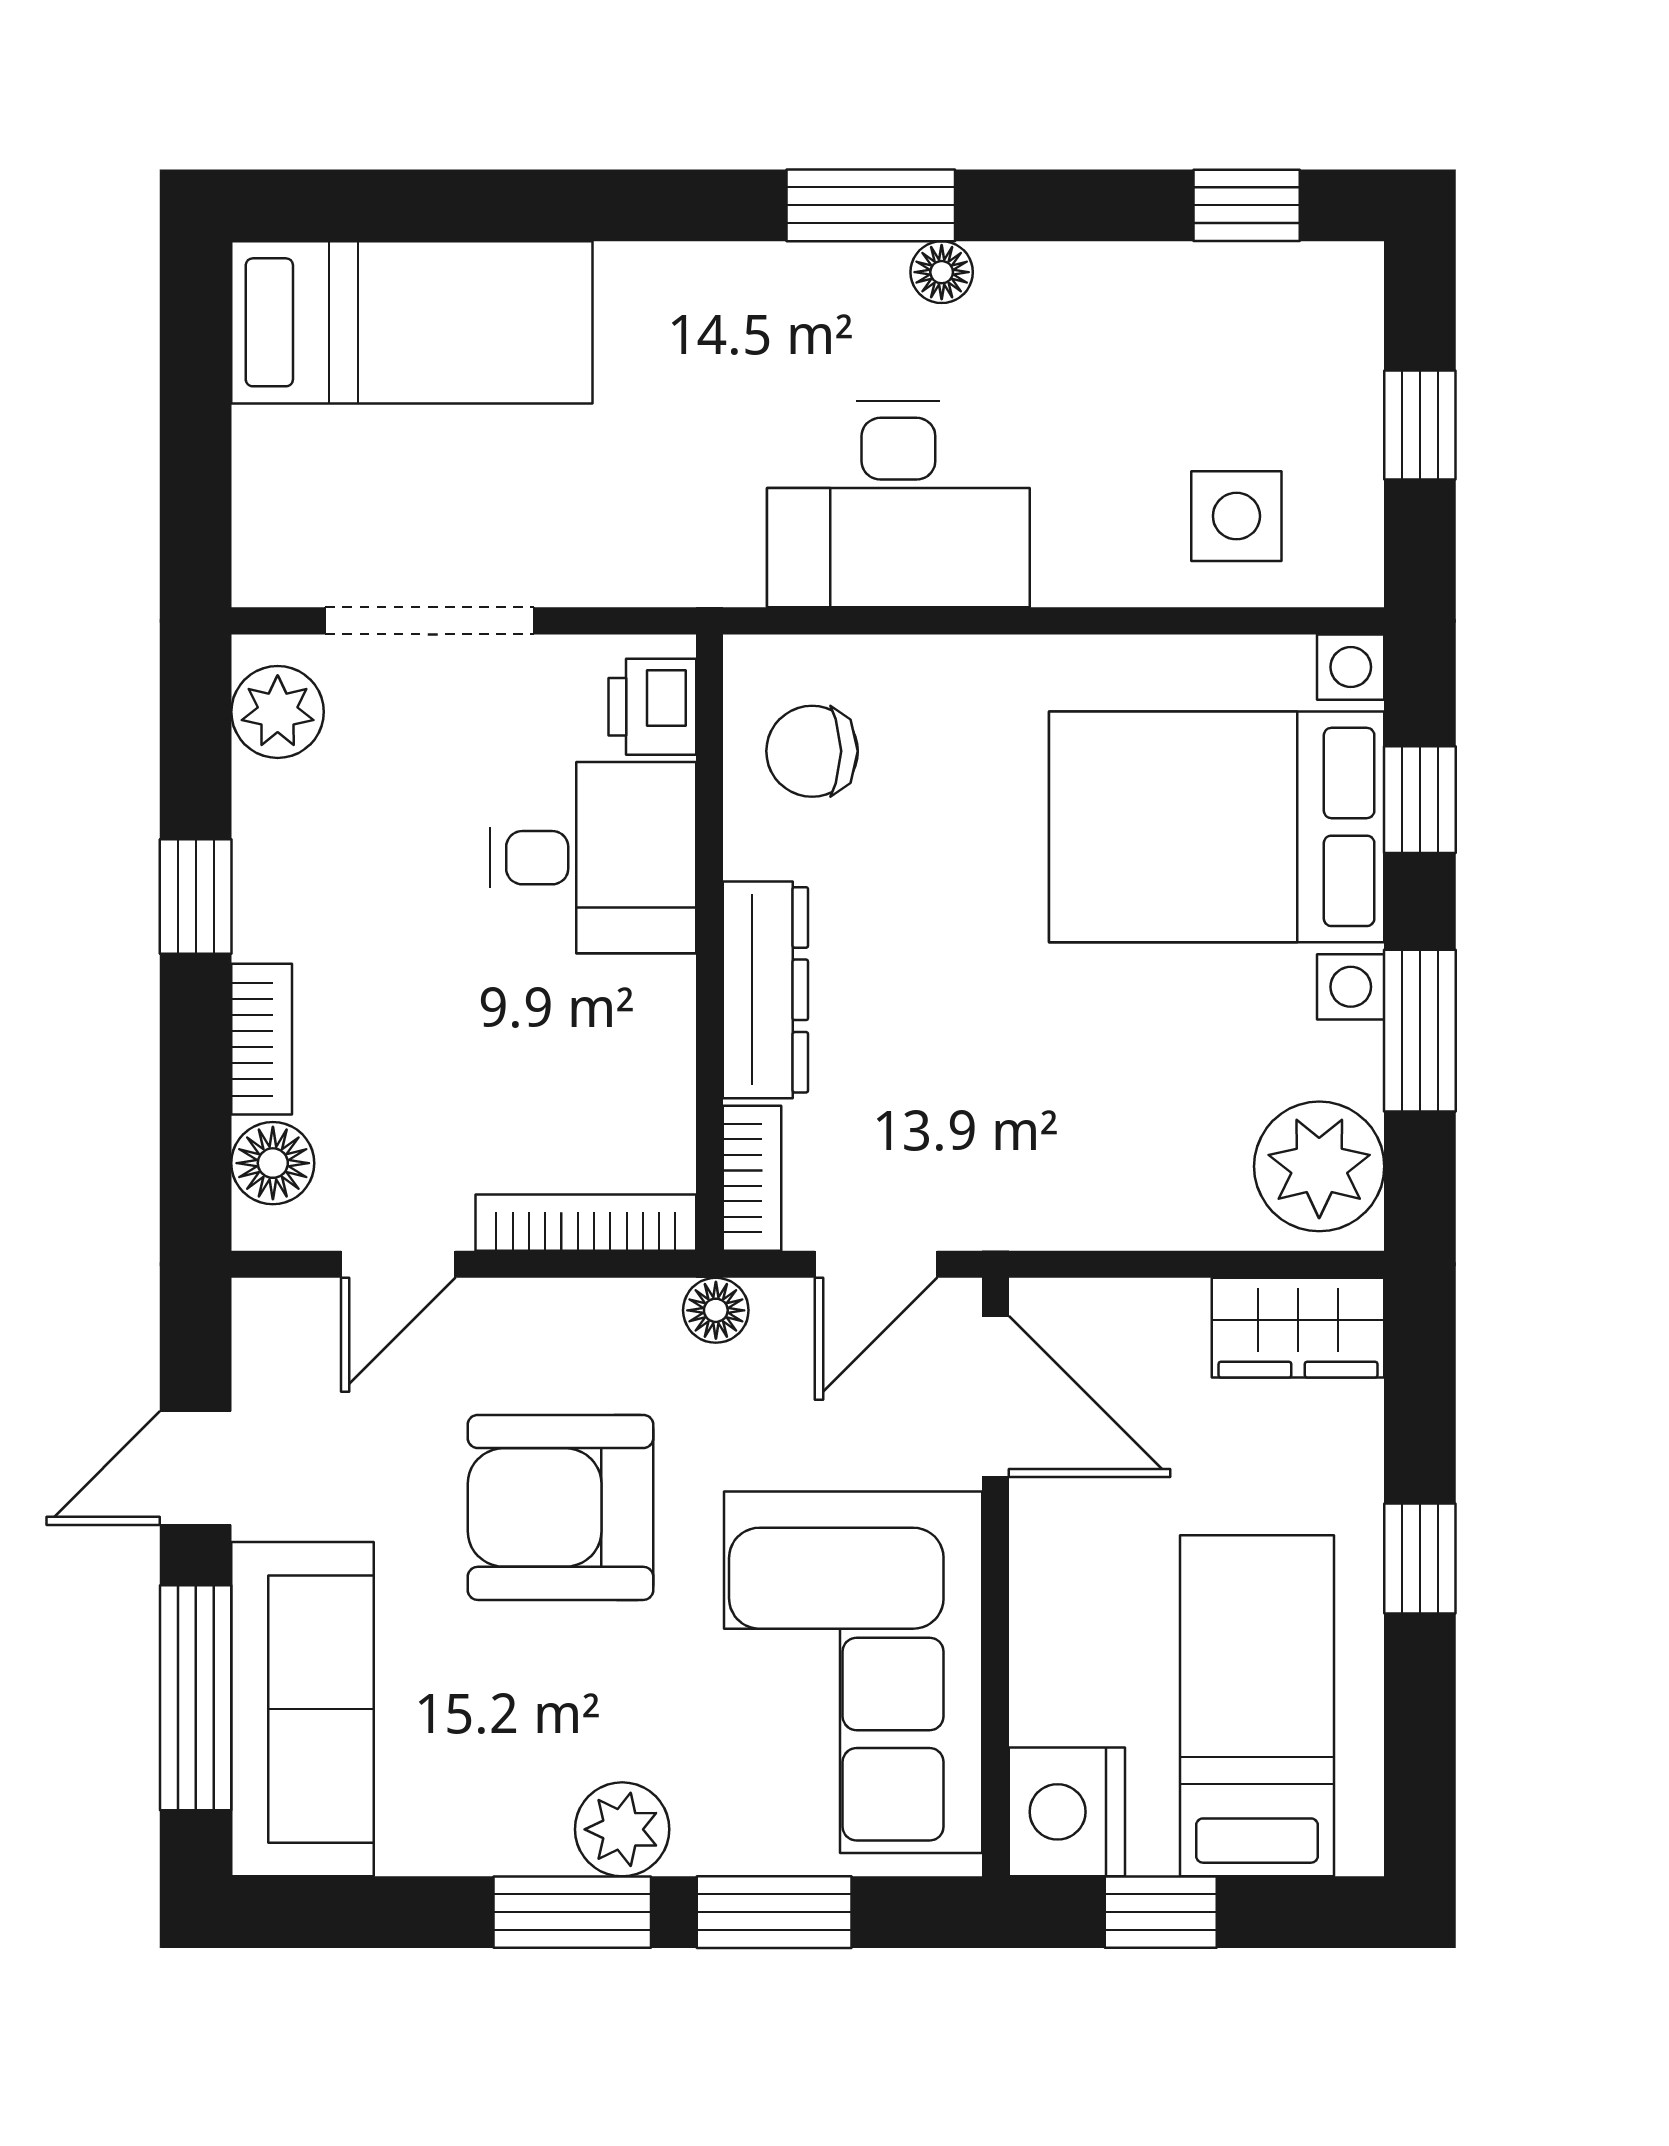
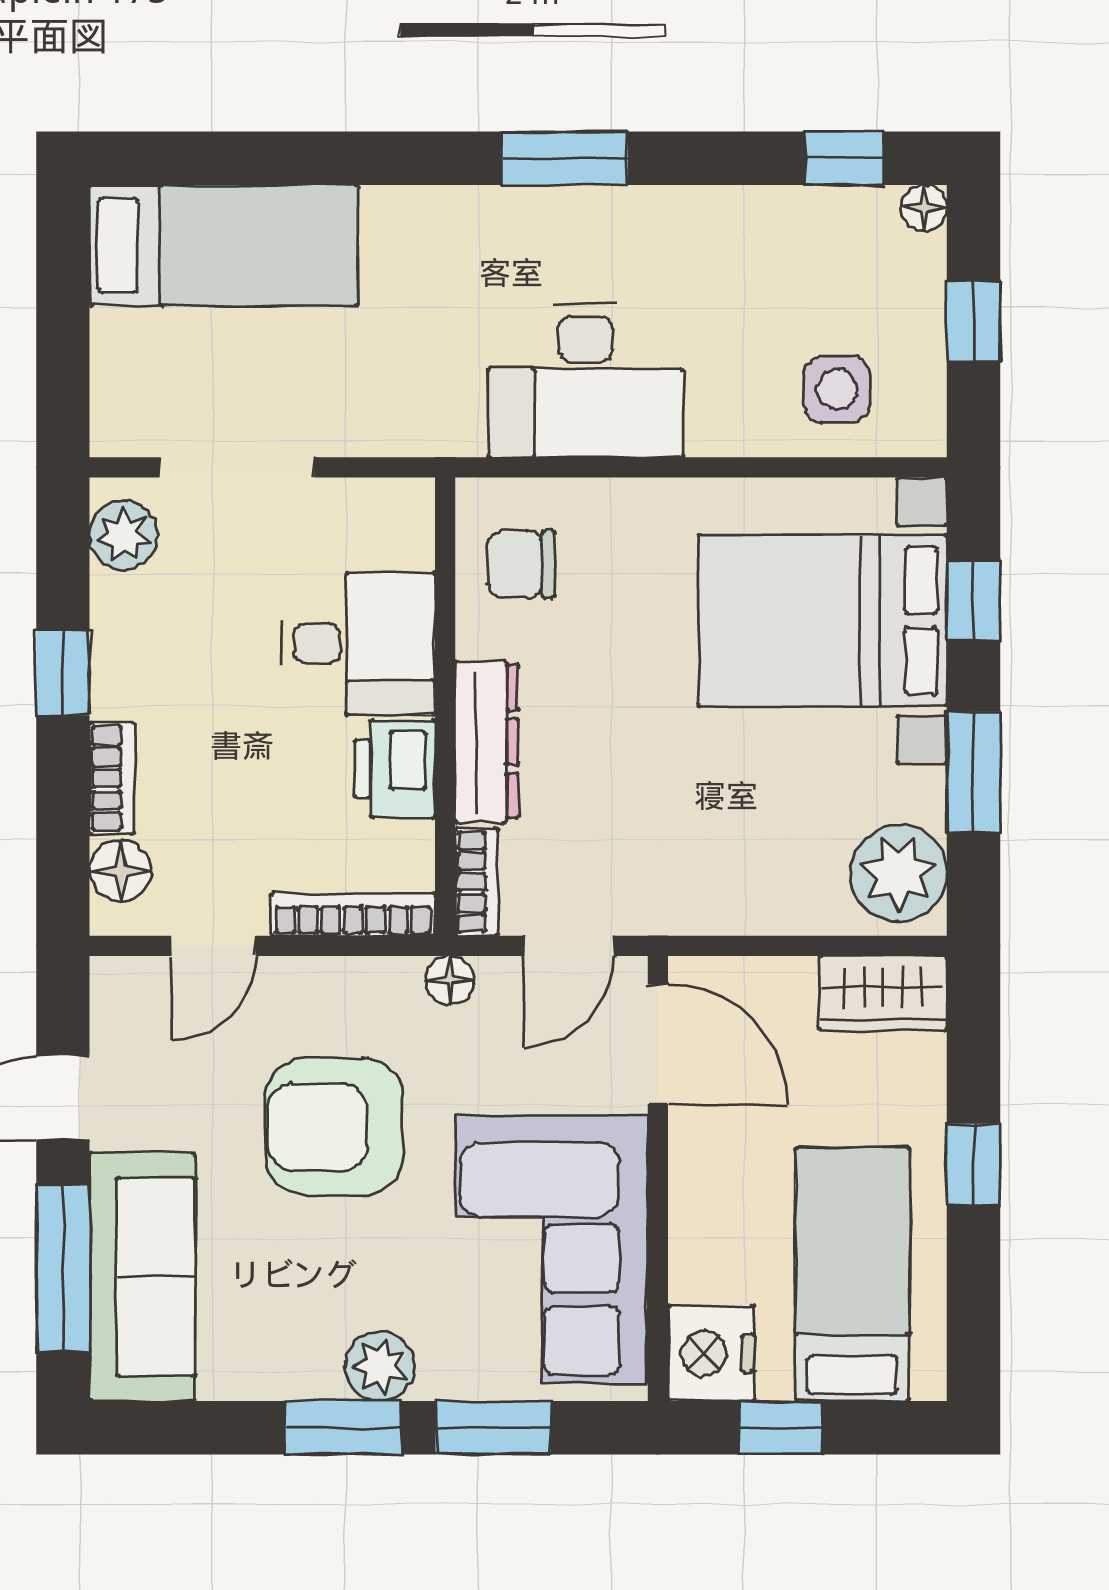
floor lamp: (942, 272) -> (924, 208), moved
printer: (652, 707) -> (395, 769), moved, width x1.36, depth x1.24

